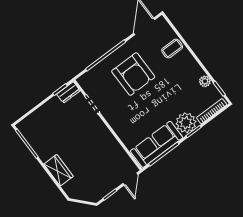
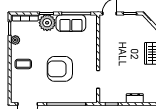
coffee table: (172, 49) -> (23, 64), moved
armchair: (133, 74) -> (60, 69), moved, turned -90
dresser: (68, 92) -> (135, 98), moved
sofa: (156, 144) -> (71, 23), width x0.73

